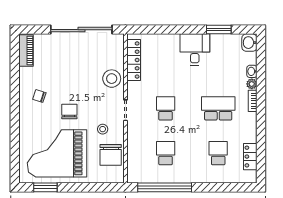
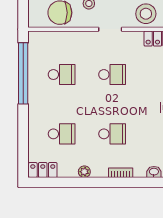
plant: (252, 84) -> (84, 172), moved
school desk: (218, 108) -> (112, 134), width x0.54
locker: (250, 157) -> (43, 170), moved

